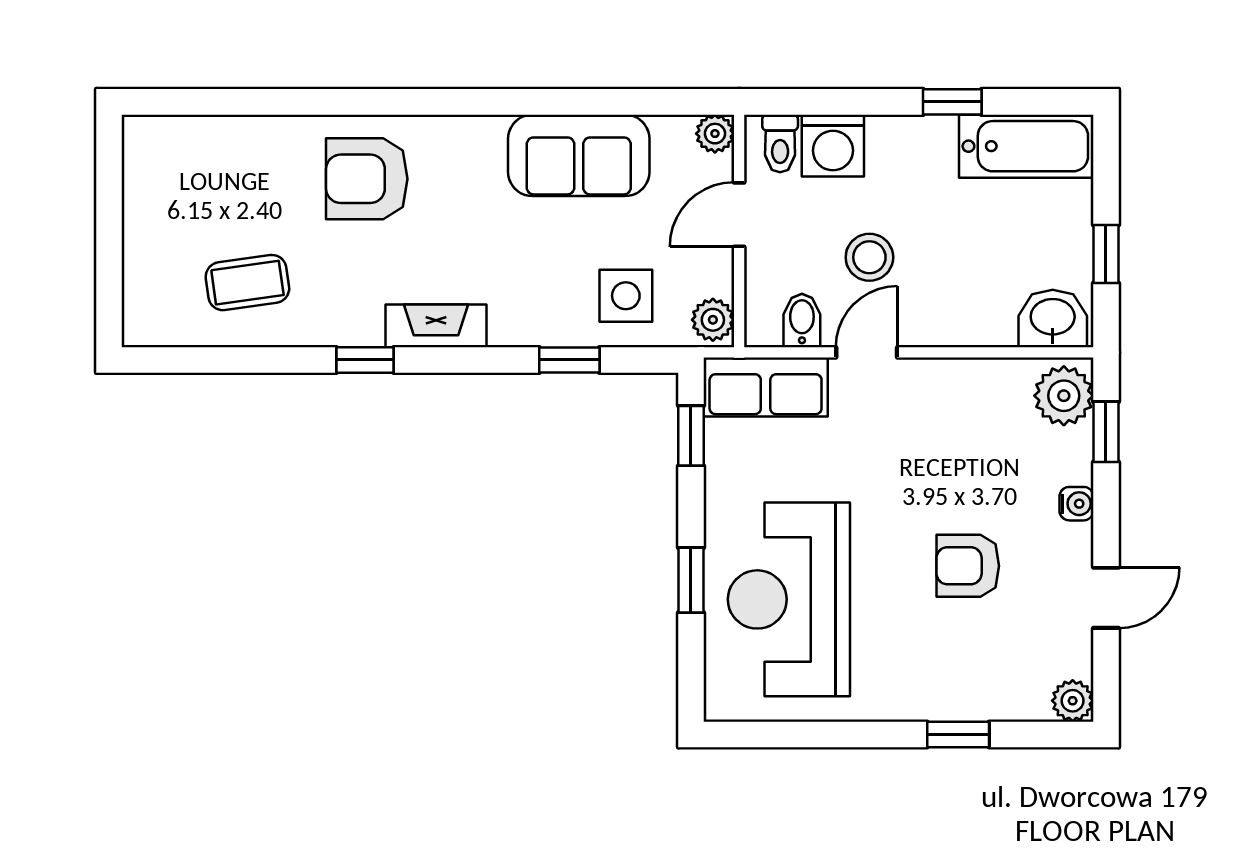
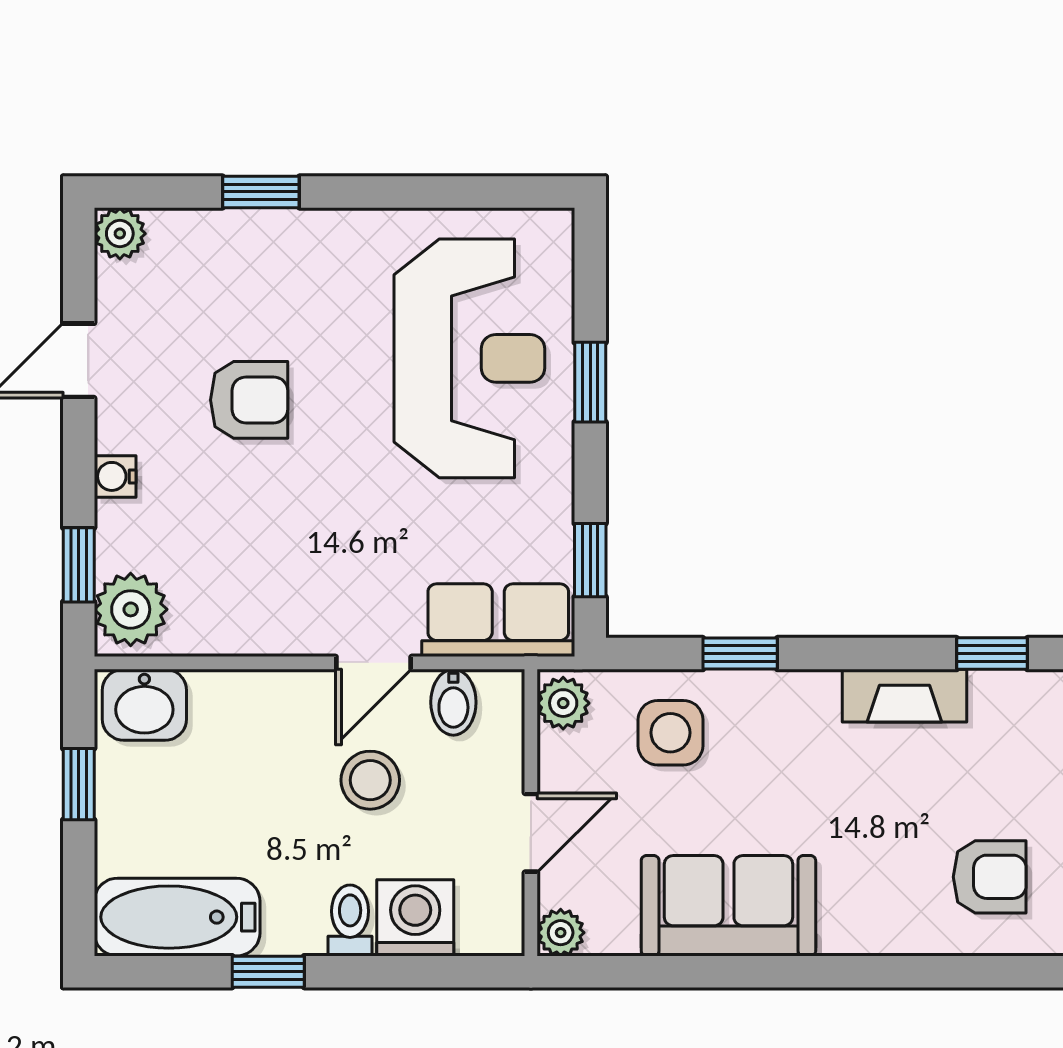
toilet: (780, 143) -> (350, 920), moved
armchair: (367, 179) -> (990, 877), width x0.72, depth x0.72

